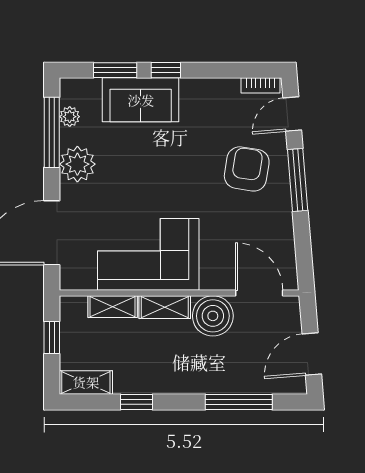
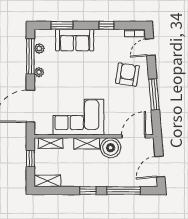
window: (166, 70) -> (106, 25), moved
plant: (77, 164) -> (39, 72), width x0.53, depth x0.53
window: (298, 180) -> (154, 94), moved
door: (259, 293) -> (134, 136), hinge flipped
shelving: (113, 307) -> (51, 143), moved
window: (137, 402) -> (88, 191), moved

